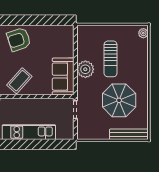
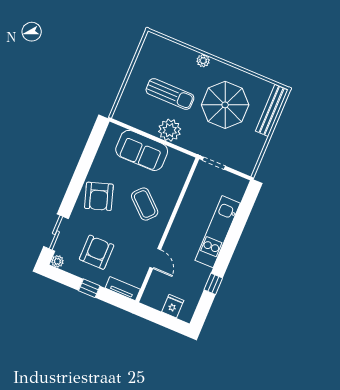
plant: (143, 33) -> (203, 61), moved
sofa: (63, 77) -> (142, 150), moved
coffee table: (19, 81) -> (145, 204), moved

